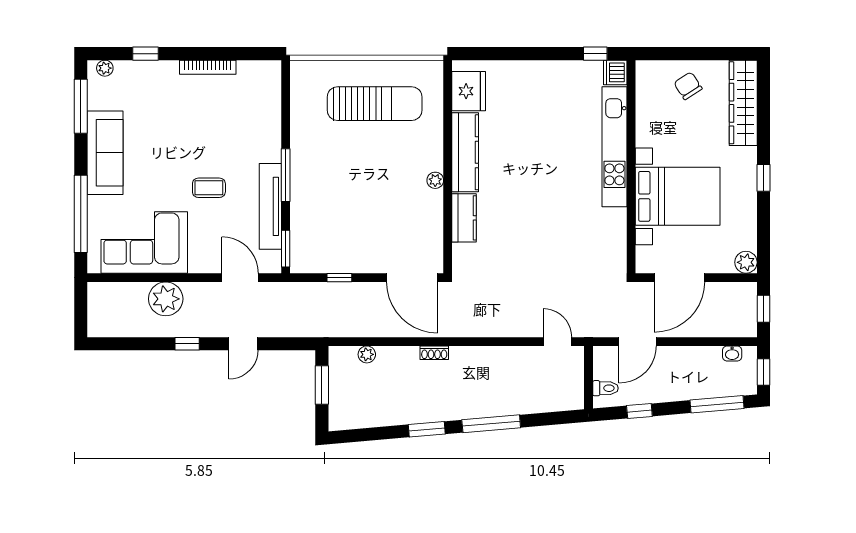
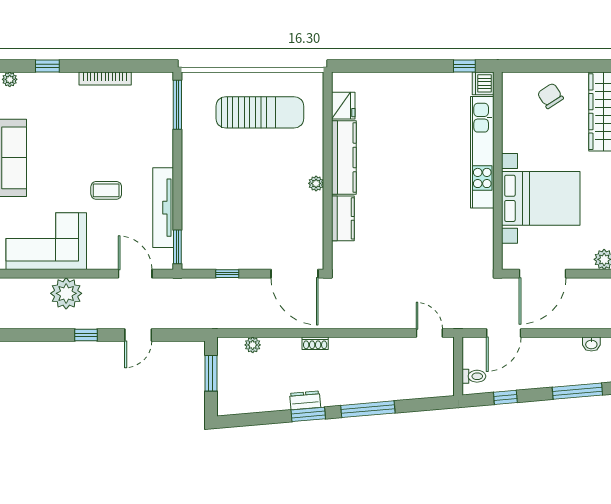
fridge: (469, 91) -> (343, 106), width x0.73, depth x0.75
window: (286, 175) -> (177, 105), moved
dresser: (423, 414) -> (305, 400), added

